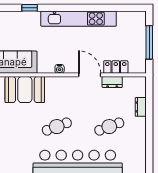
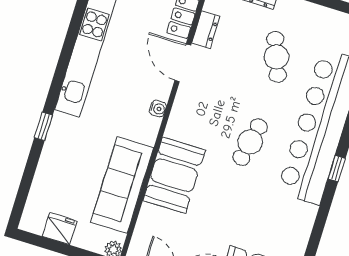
door: (90, 75) -> (183, 63), hinge flipped
cafe table: (57, 127) -> (250, 142), turned 33

